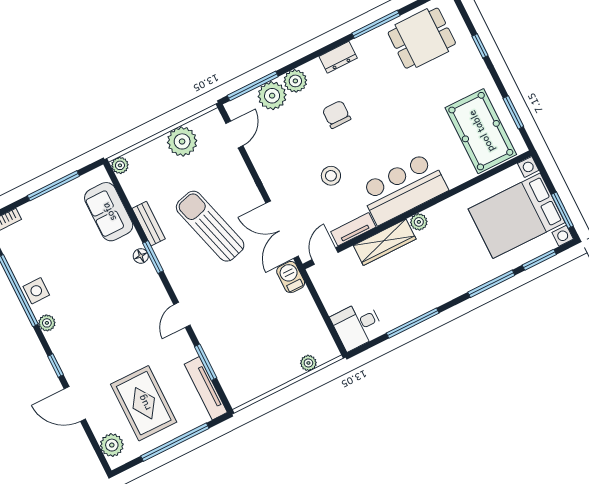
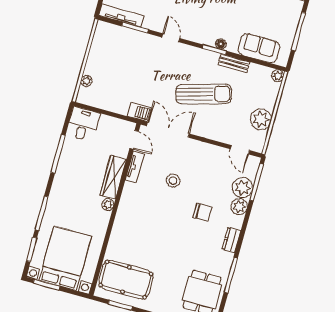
bar counter: (403, 189) -> (132, 212), removed

